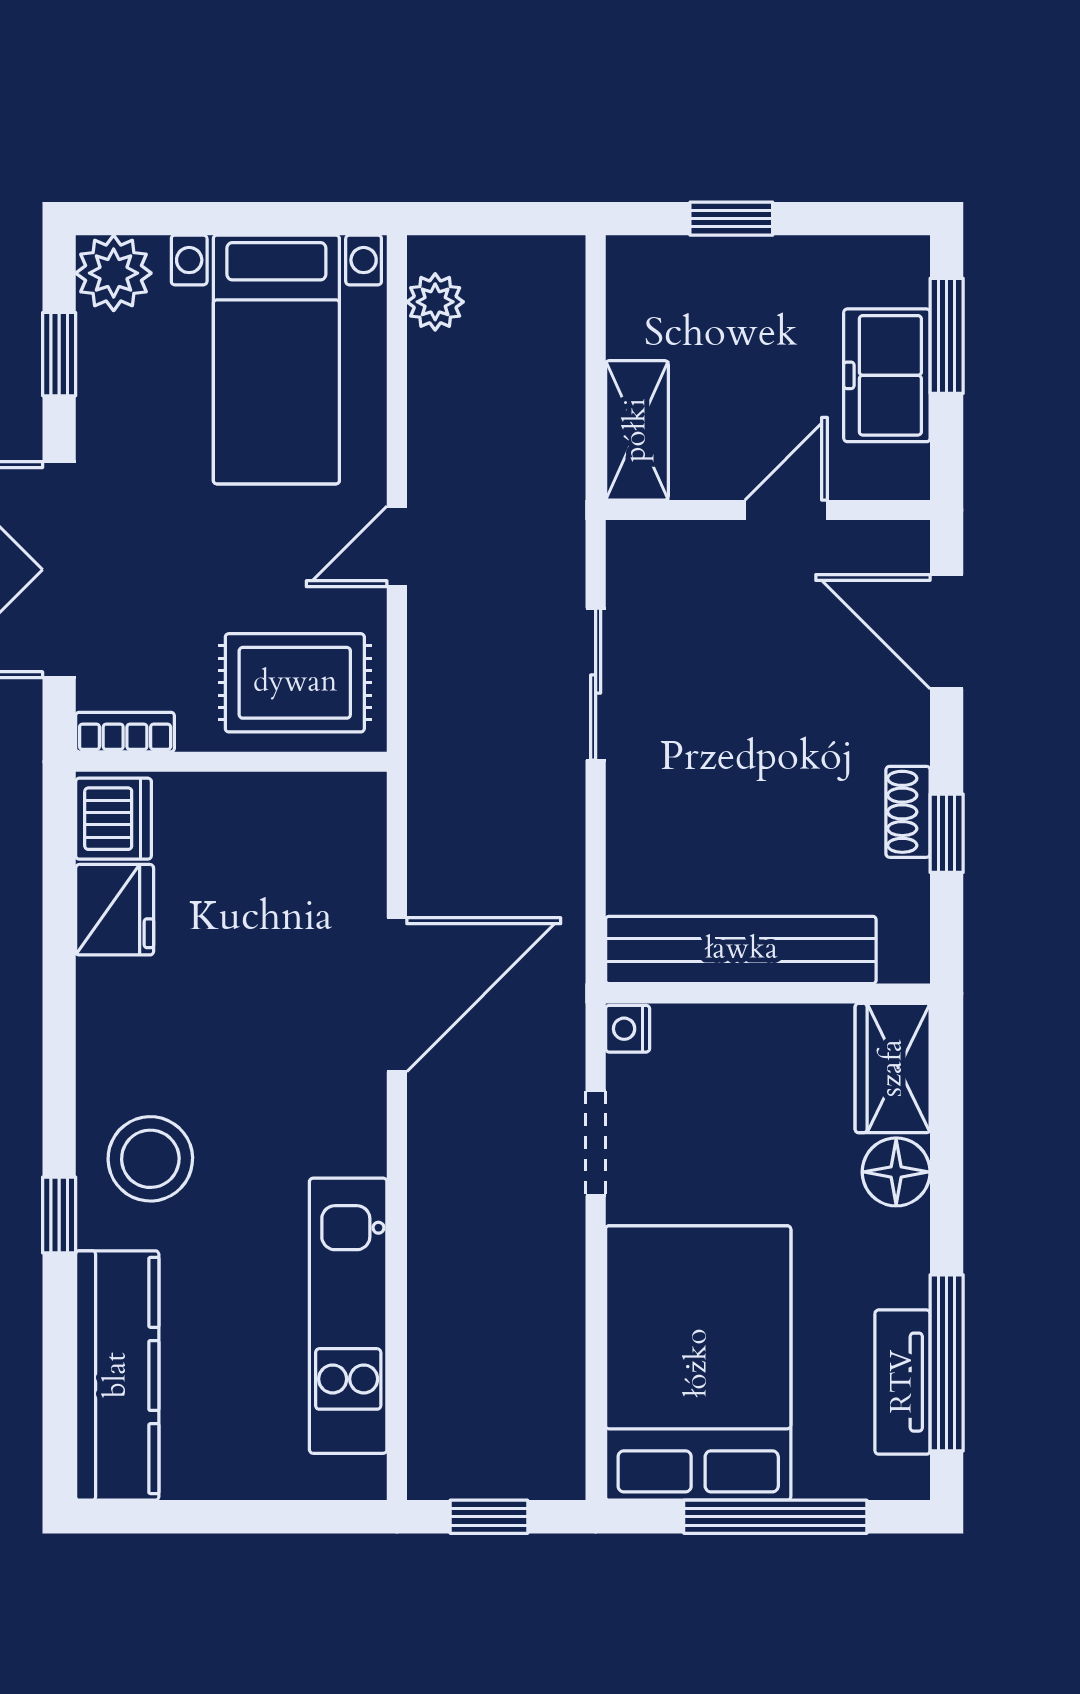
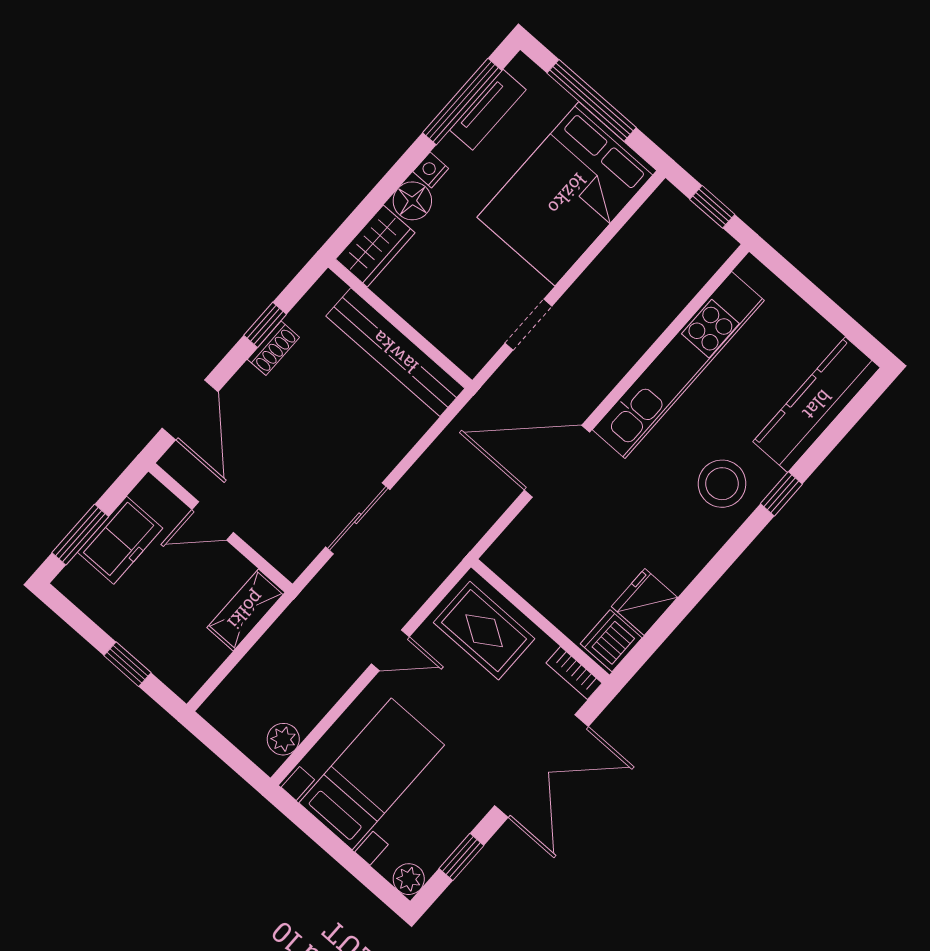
plant: (114, 273) -> (409, 879), width x0.73, depth x0.73
nightstand: (628, 1029) -> (431, 170), moved, turned 180
kitchen unit: (348, 1316) -> (678, 365), width x1.36

